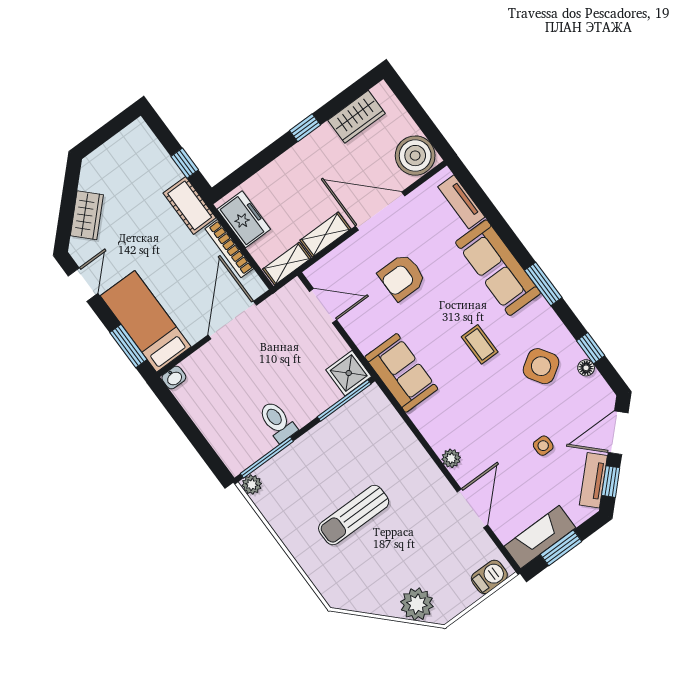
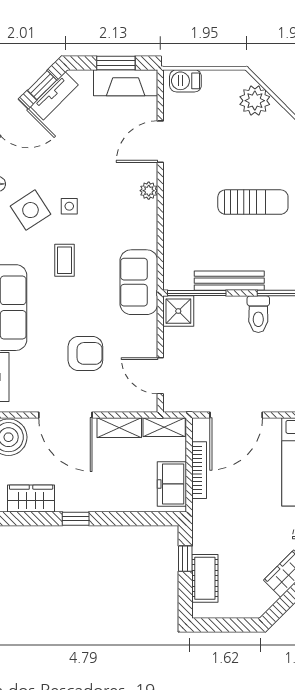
cot: (190, 205) -> (205, 578), moved
bench: (324, 432) -> (229, 281), added
side table: (543, 446) -> (69, 206), moved

